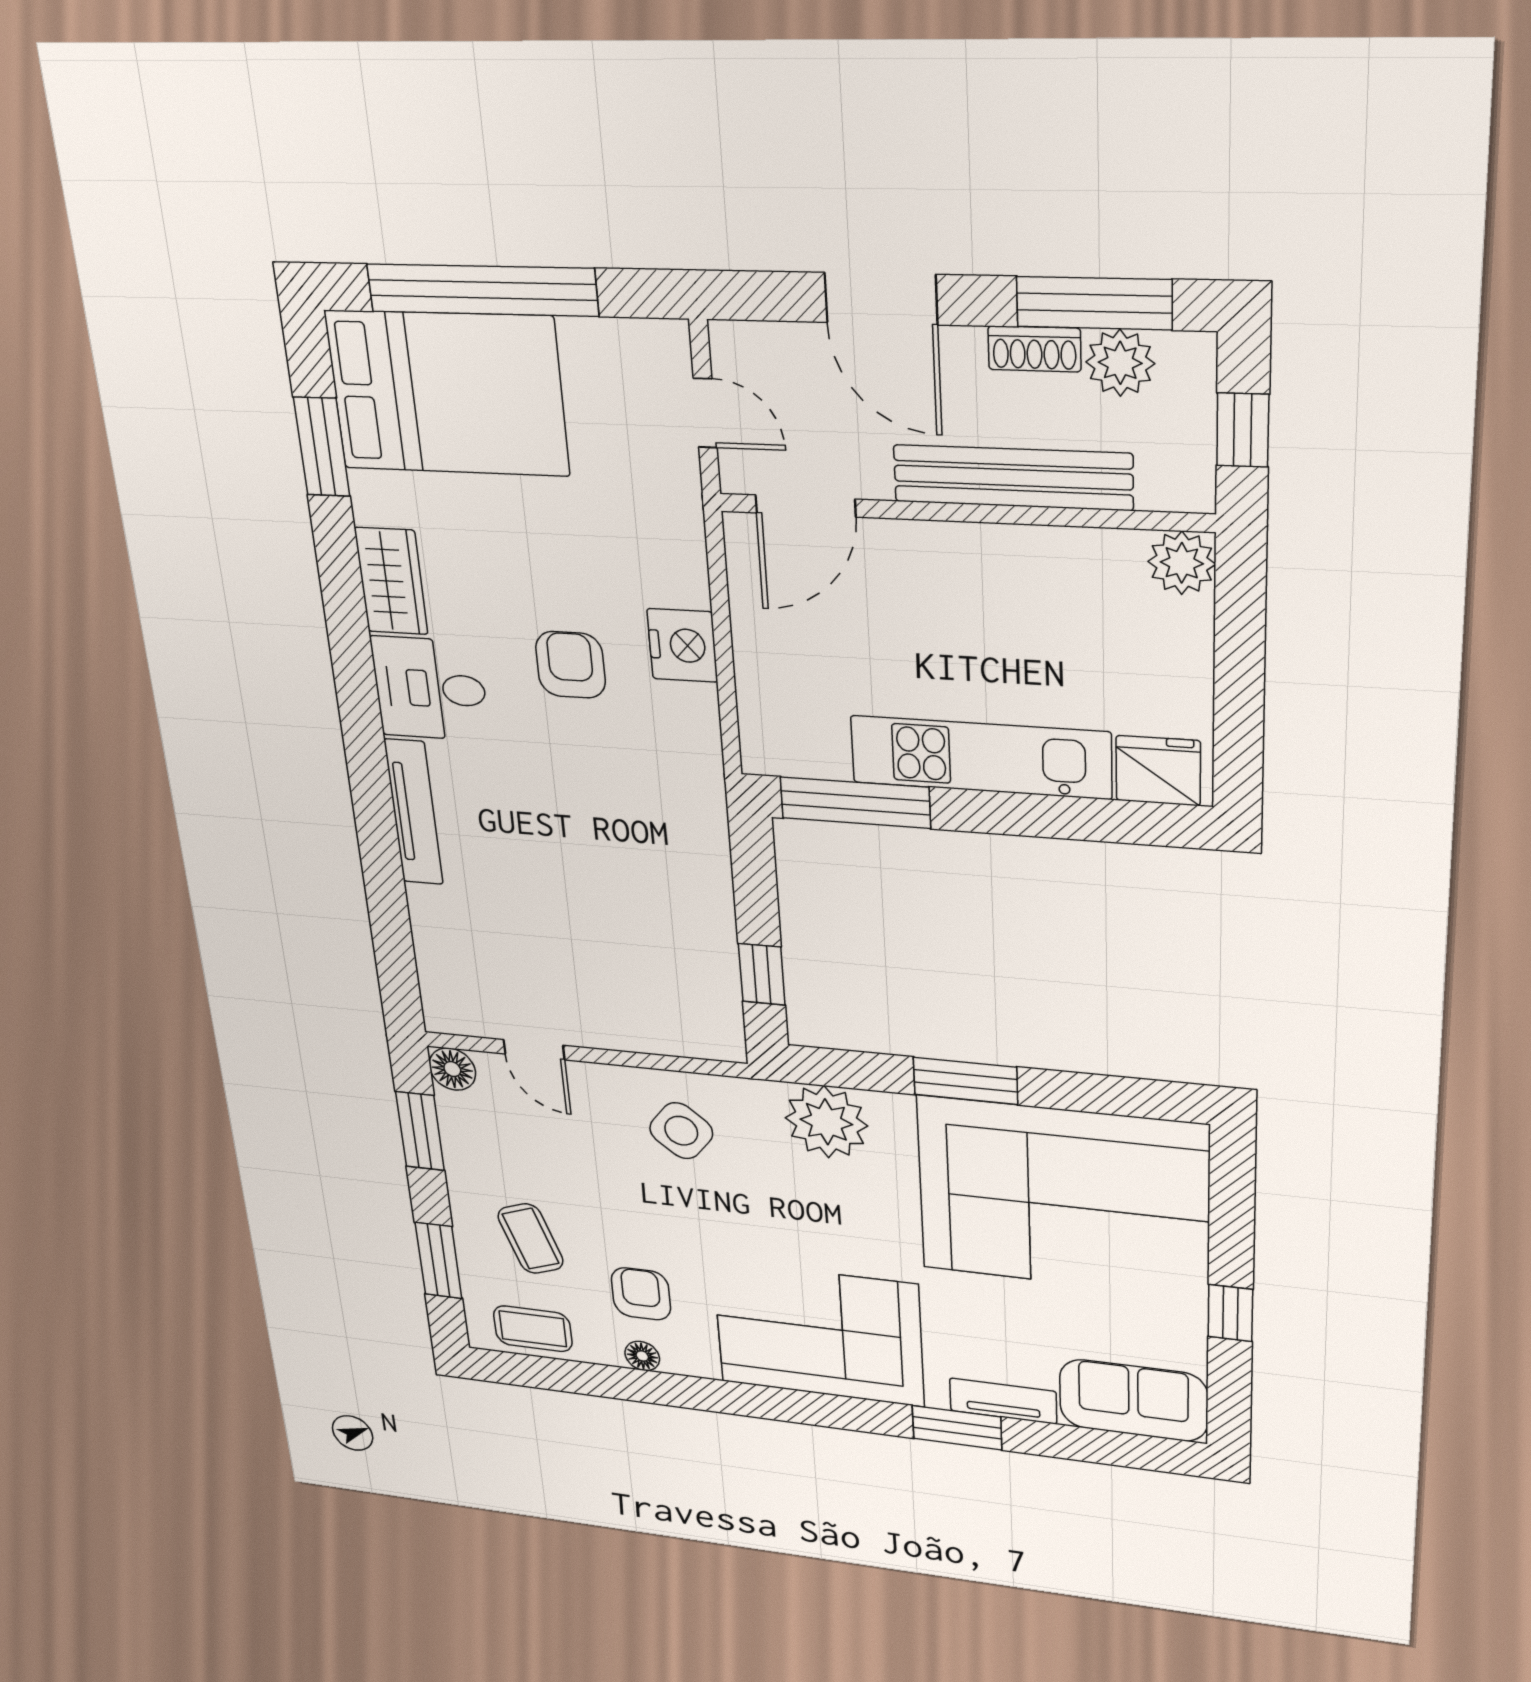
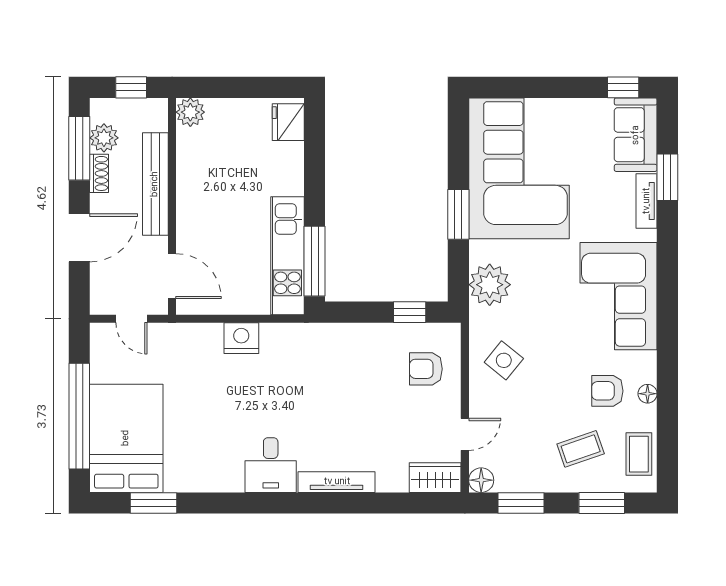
door: (705, 413) -> (131, 319), swing flipped
wardrobe: (391, 581) -> (435, 478), moved
armchair: (570, 665) -> (426, 369), moved
kitchen unit: (980, 757) -> (287, 256), moved
window: (1230, 1313) -> (623, 87), moved
window: (957, 1428) -> (667, 177), moved

